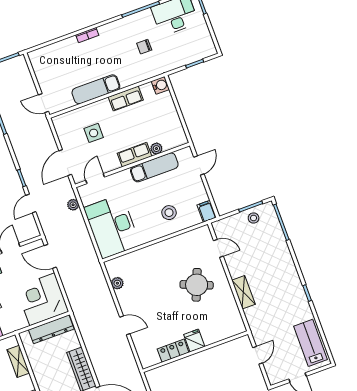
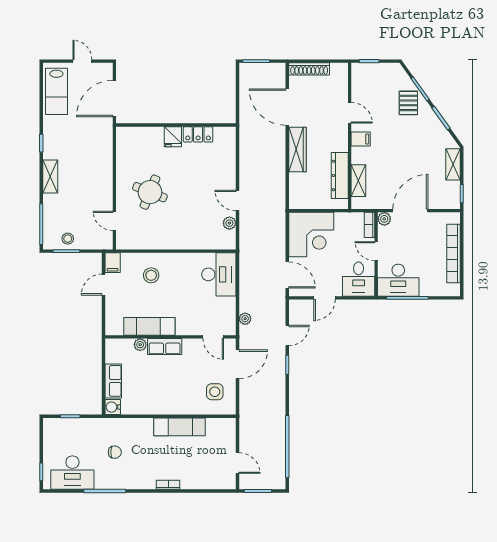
row of seats: (126, 98) -> (113, 381), moved, turned 90
door: (43, 103) -> (237, 463), moved
side table: (94, 133) -> (215, 392), moved
door: (199, 166) -> (104, 285), moved
door: (95, 179) -> (213, 337), hinge flipped
desk: (112, 226) -> (219, 274), width x0.73, depth x0.77
shelving: (243, 292) -> (50, 176), moved
door: (125, 325) -> (237, 201), moved
dresser: (51, 329) -> (340, 175), moved, turned -90
door: (258, 355) -> (114, 98), width x1.87

